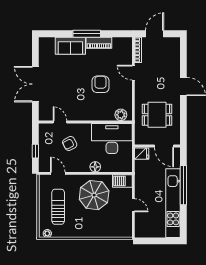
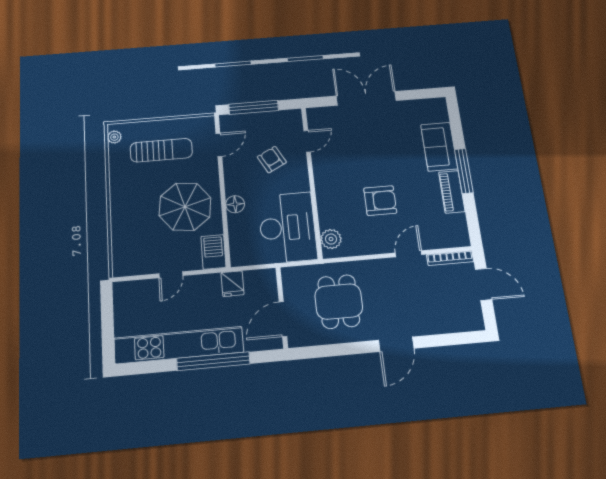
window: (35, 151) -> (254, 107), width x2.17
fridge: (142, 154) -> (232, 284), moved

